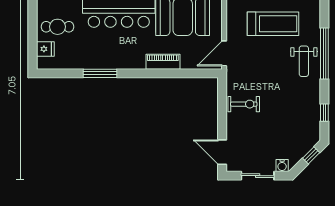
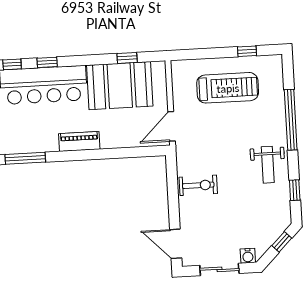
weight bench: (304, 61) -> (268, 165), moved
piano: (163, 62) -> (79, 141), moved

